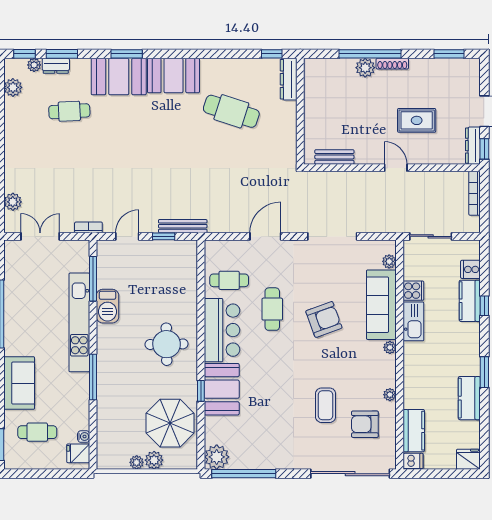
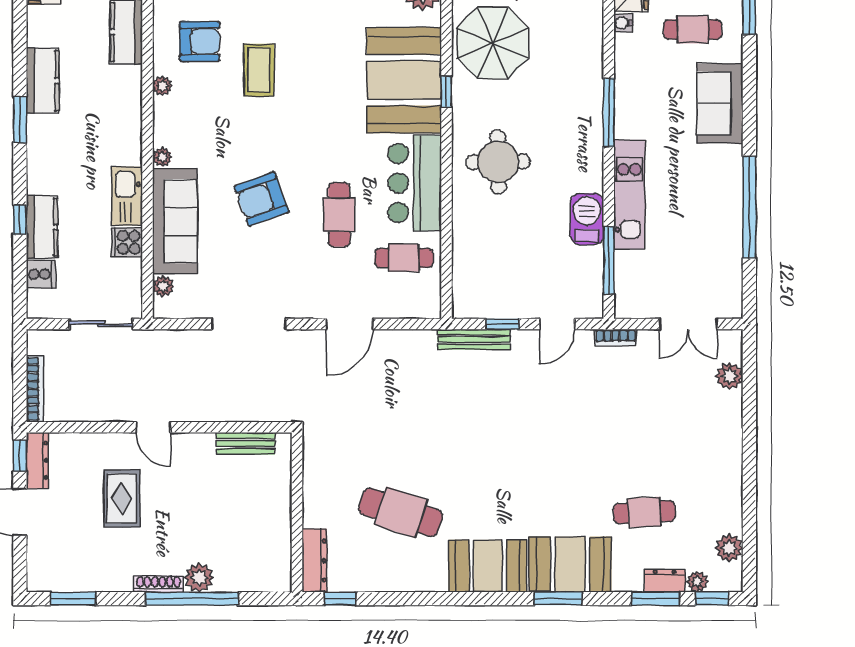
rug: (417, 120) -> (122, 498), turned 90
kitchen unit: (79, 322) -> (629, 195), width x0.73
booth: (222, 389) -> (404, 80), width x1.36, depth x1.42

